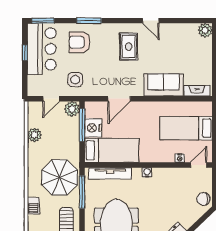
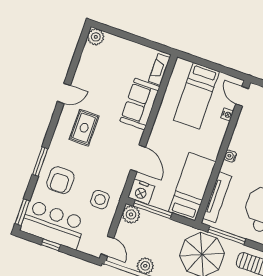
rug: (129, 47) -> (84, 128), turned 90
door: (51, 99) -> (107, 246), moved
nightstand: (93, 128) -> (141, 192), moved

